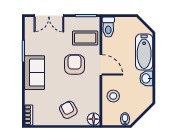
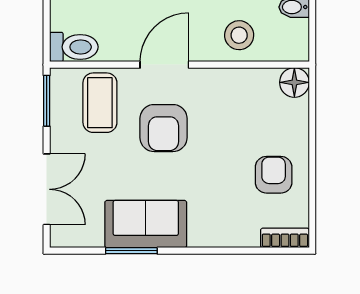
armchair: (75, 64) -> (164, 128), turned -90
sofa: (34, 73) -> (146, 224), moved
armchair: (68, 110) -> (274, 175), moved, turned 118

